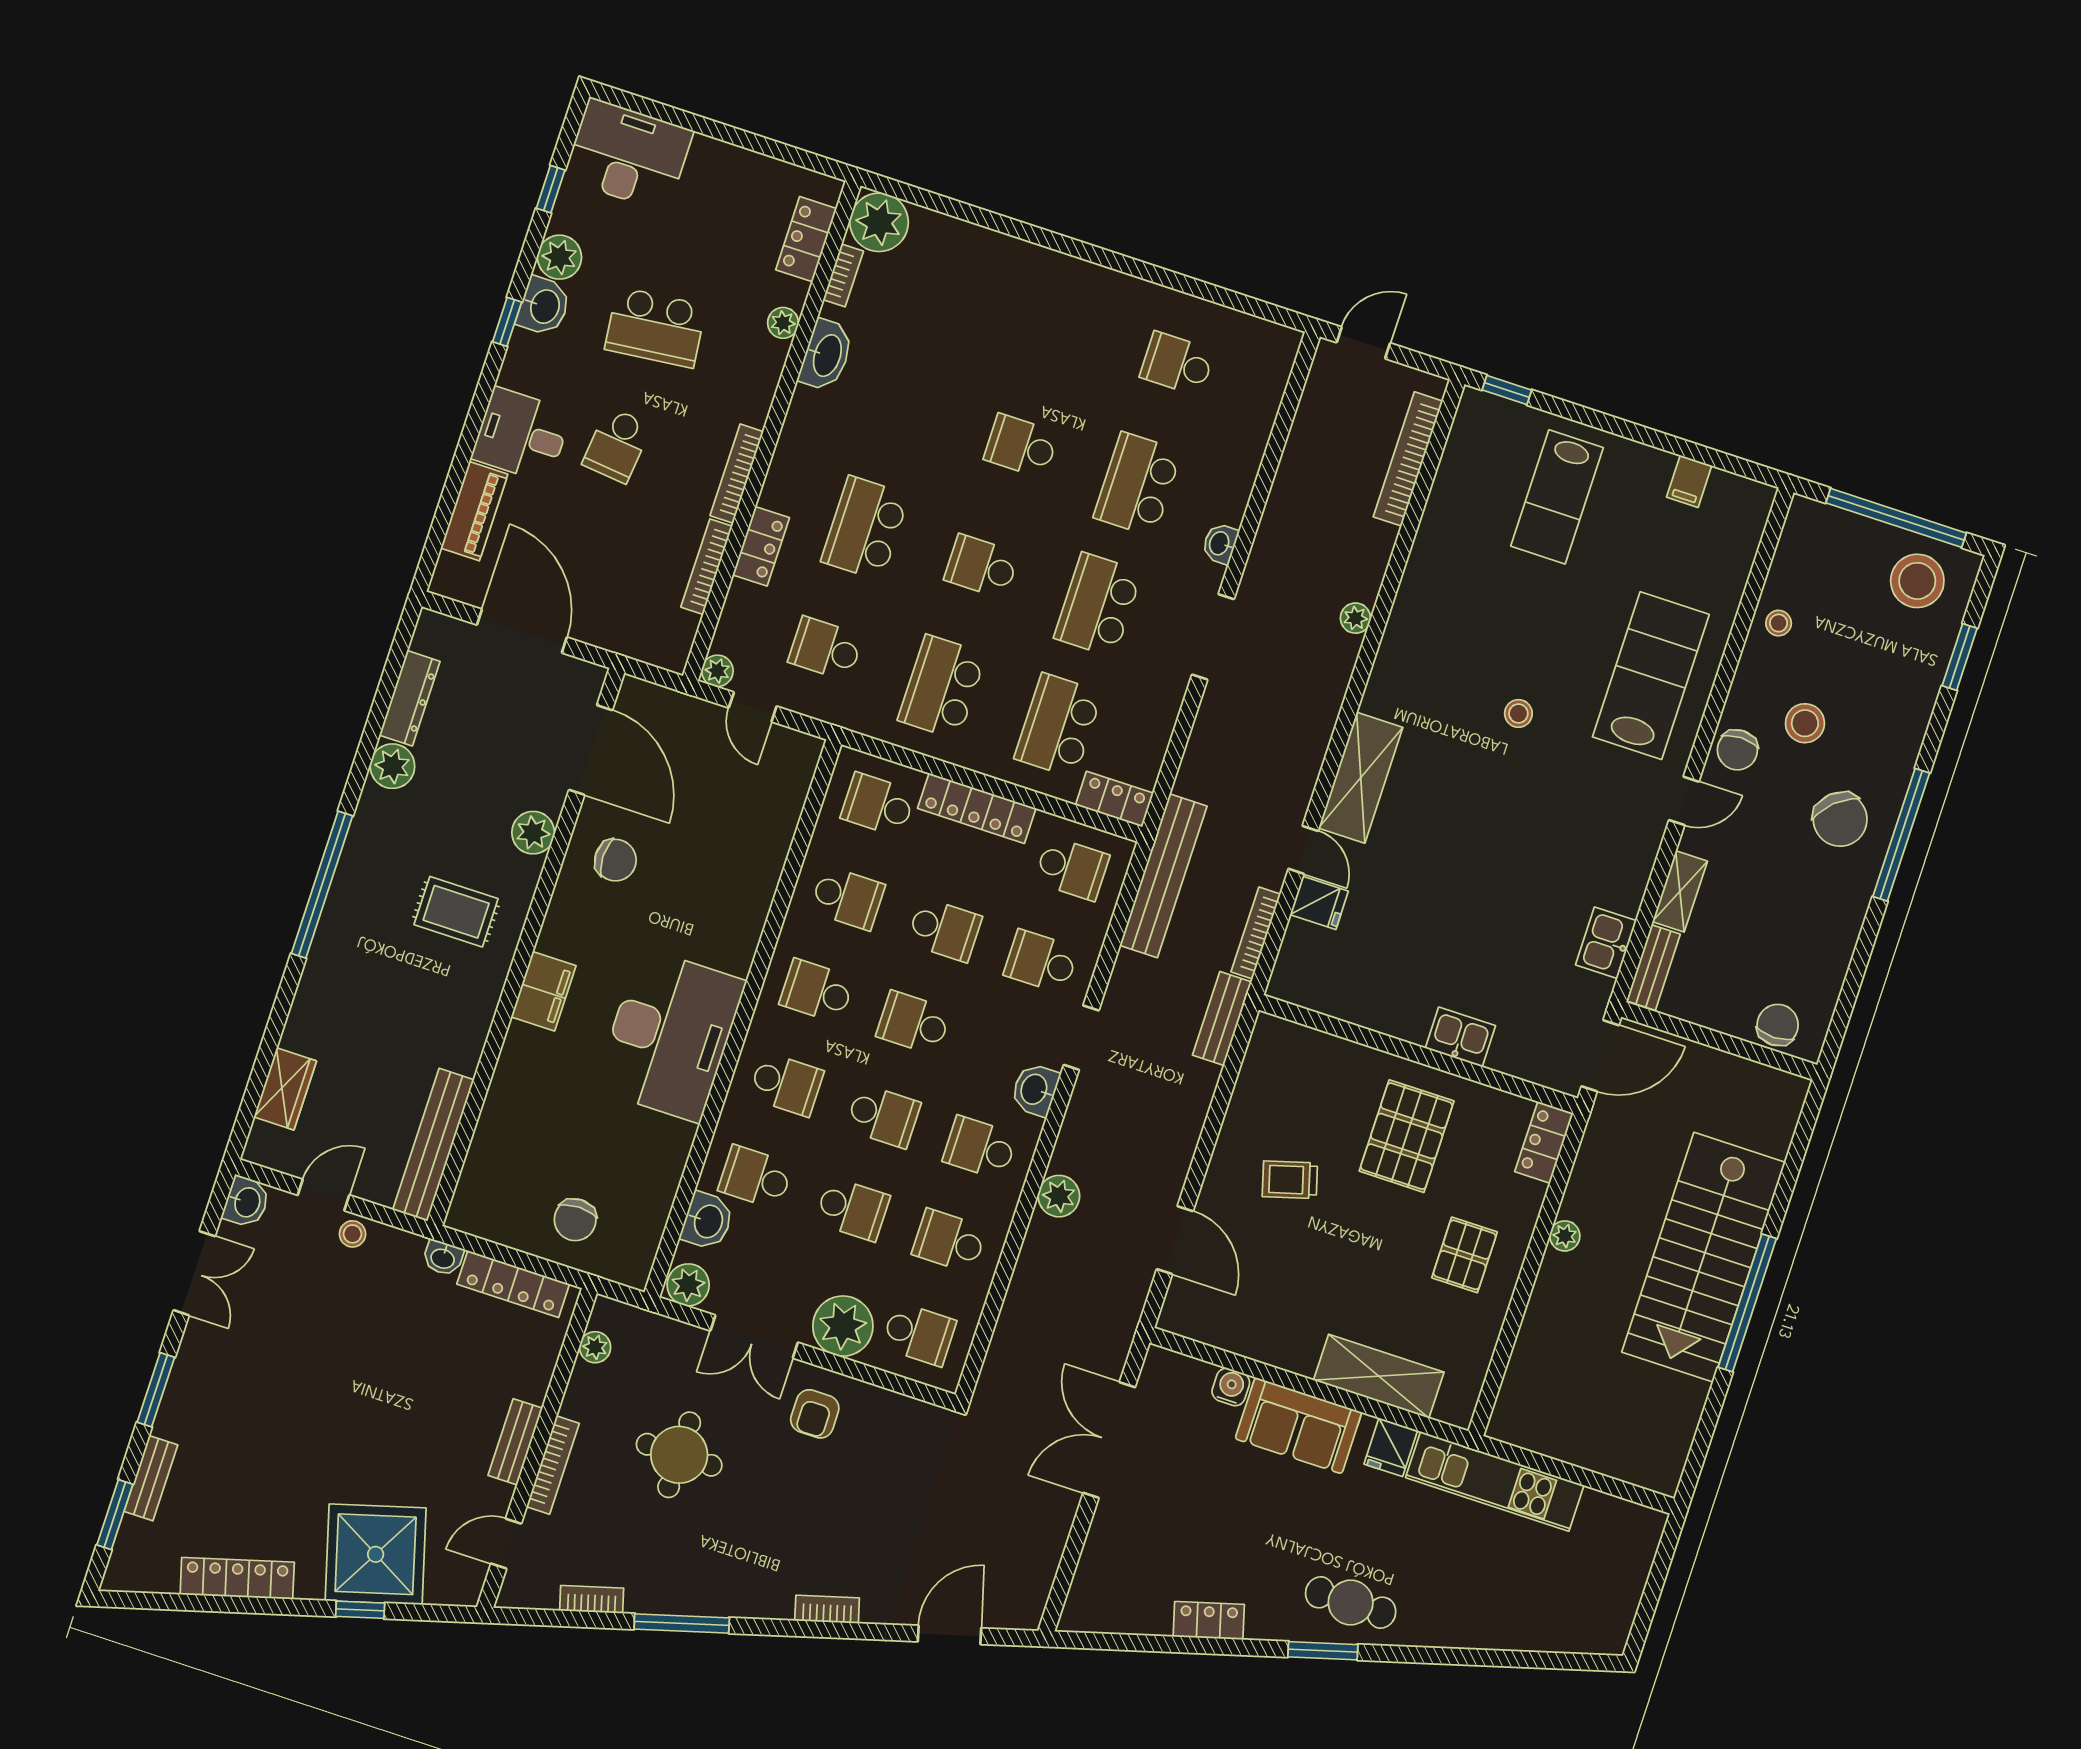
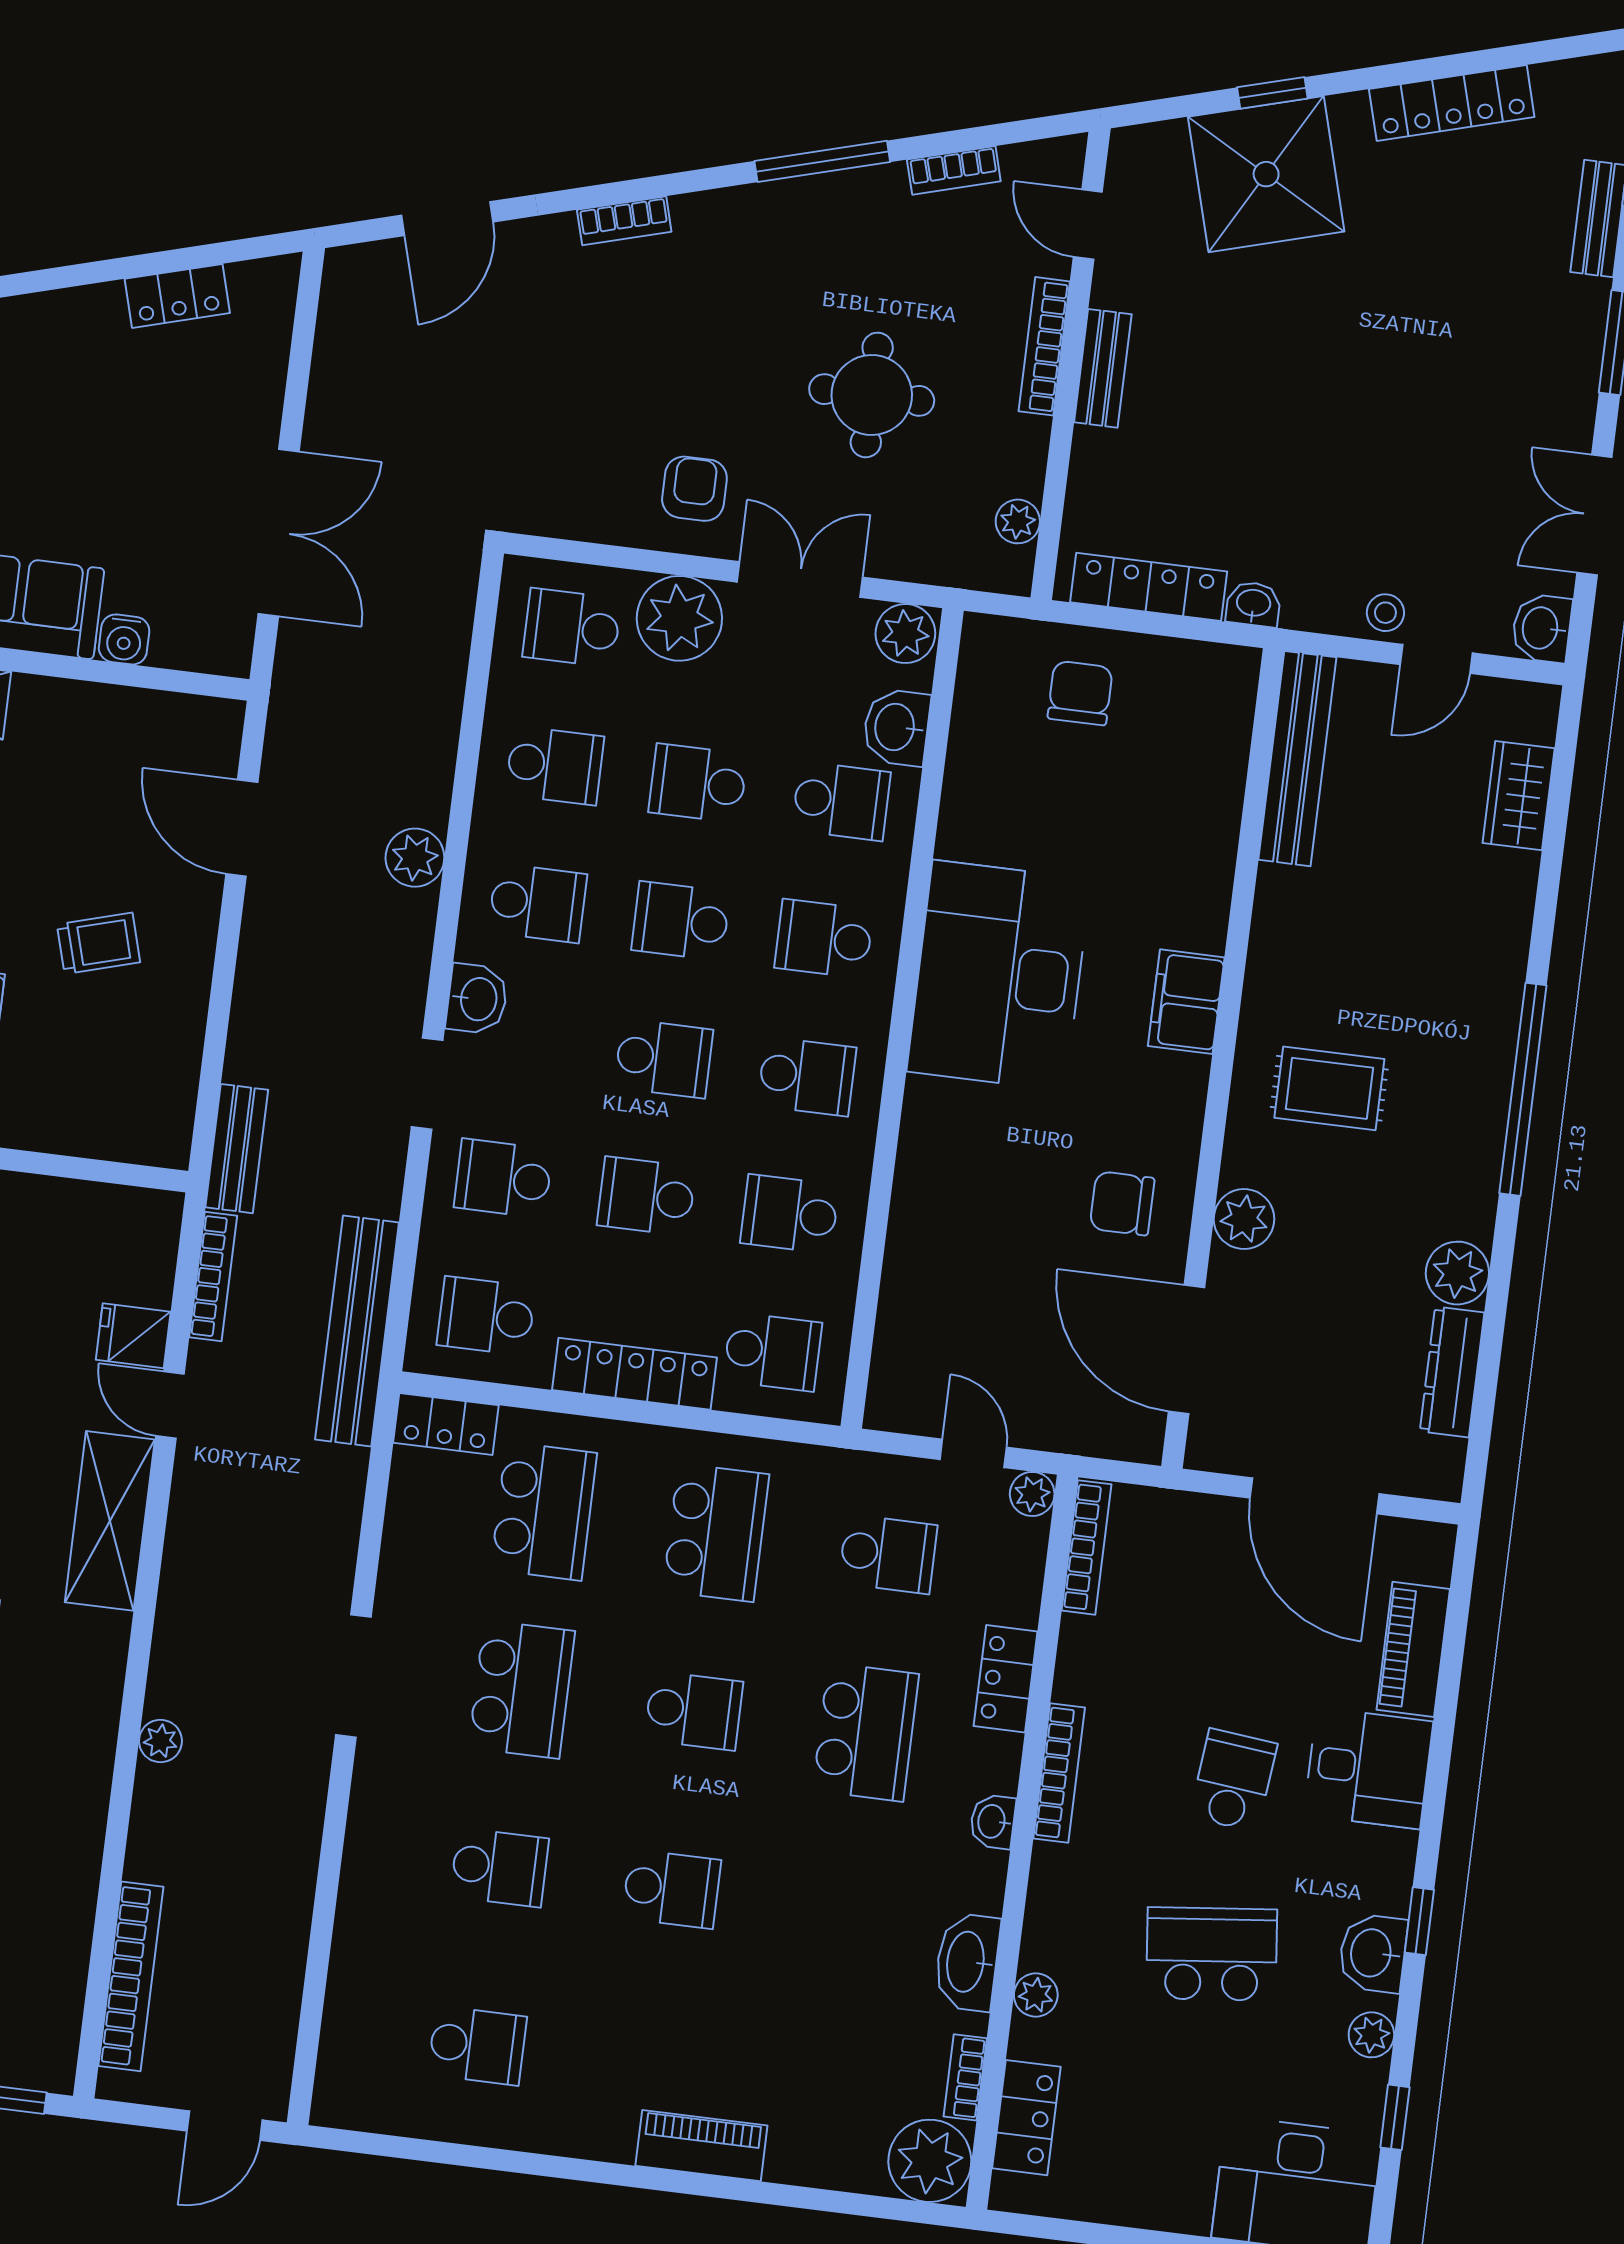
plant: (559, 257) -> (1371, 2035), width x0.73, depth x0.73
piano: (1035, 264) -> (701, 2146), added
school desk: (1138, 484) -> (499, 1868), width x0.54
washbasin: (1220, 544) -> (993, 1822), moved, turned 180
bookcase: (707, 567) -> (1087, 1547), moved
school desk: (1041, 962) -> (503, 1178), turned 180
door: (506, 1544) -> (1088, 225), swing flipped
locker: (1209, 1621) -> (177, 296), moved

